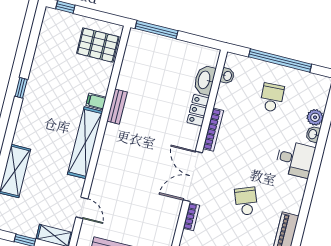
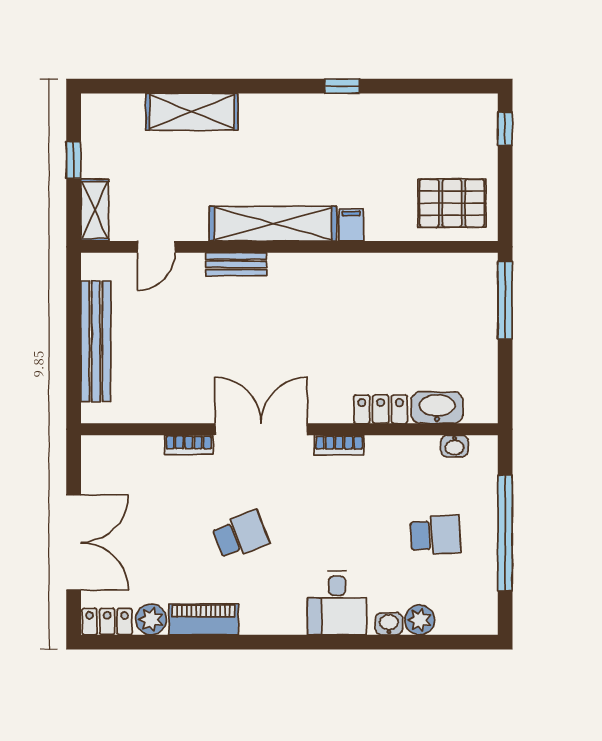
pallet: (98, 45) -> (452, 203), turned 90
bench: (117, 107) -> (236, 264), moved
bookcase: (213, 130) -> (339, 445), width x0.64

